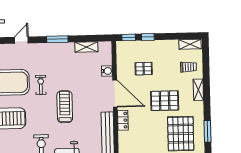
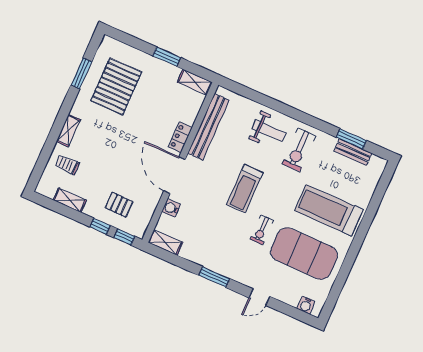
shelving: (190, 44) -> (70, 200), moved
shelving: (86, 47) -> (165, 242), moved
pallet: (144, 69) -> (119, 205), moved
pallet: (165, 101) -> (117, 137), removed

